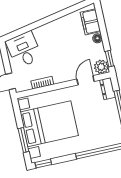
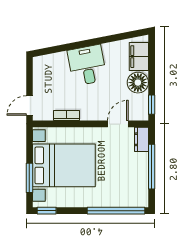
floor lamp: (97, 38) -> (138, 83), width x1.89, depth x1.89
desk: (24, 50) -> (87, 65), moved
plant: (101, 67) -> (140, 112), removed

